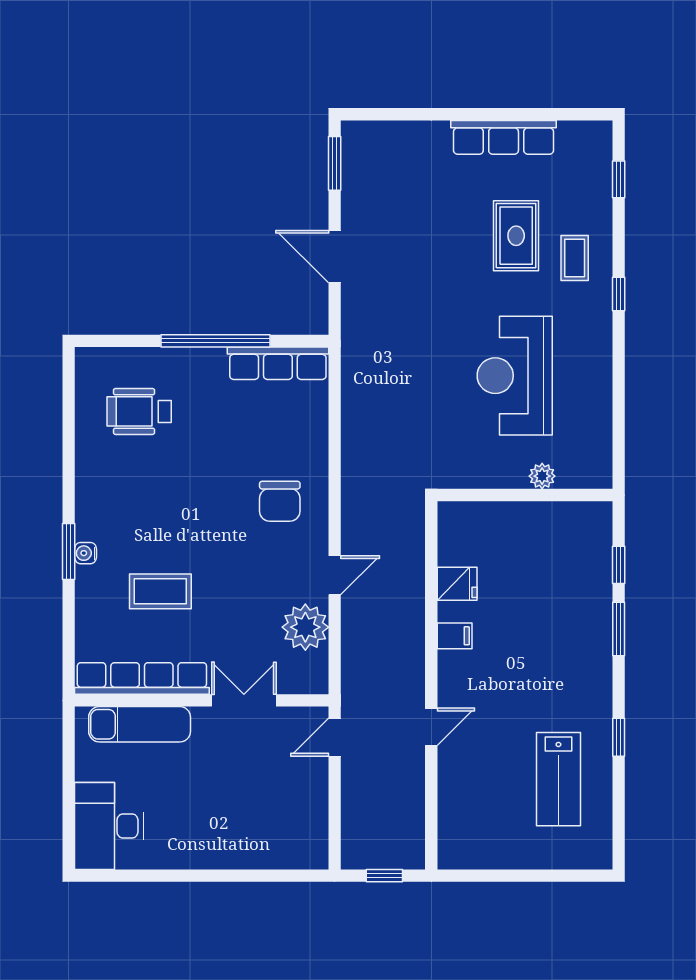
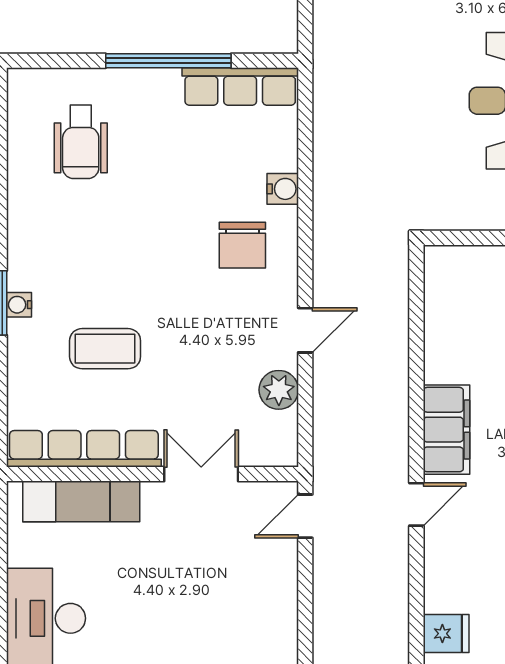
wheelchair: (139, 411) -> (81, 142), turned -90
water cooler: (315, 452) -> (283, 189), added
fridge: (457, 584) -> (446, 634), moved
plant: (305, 627) -> (279, 390), width x0.73, depth x0.73
filing cabinet: (455, 636) -> (447, 430), width x3.00, depth x1.17

